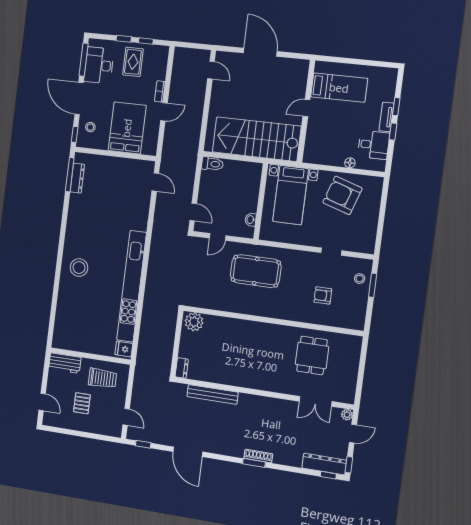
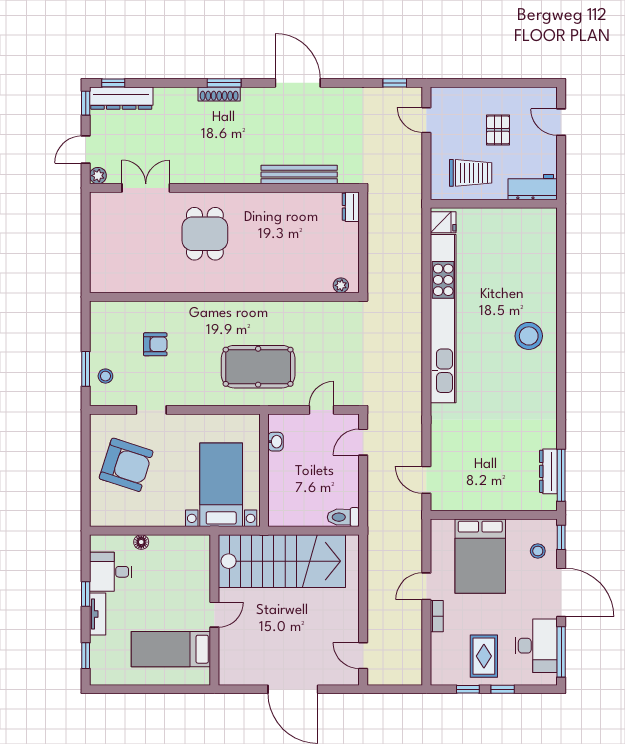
window: (396, 107) -> (86, 656), moved
armchair: (342, 195) -> (126, 465), moved
door: (193, 212) -> (363, 442), hinge flipped
plant: (194, 322) -> (341, 285), width x0.53, depth x0.53
dining table: (312, 355) -> (205, 234), moved
trolley: (102, 378) -> (471, 173), turned 180
door: (188, 452) -> (298, 83), moved

